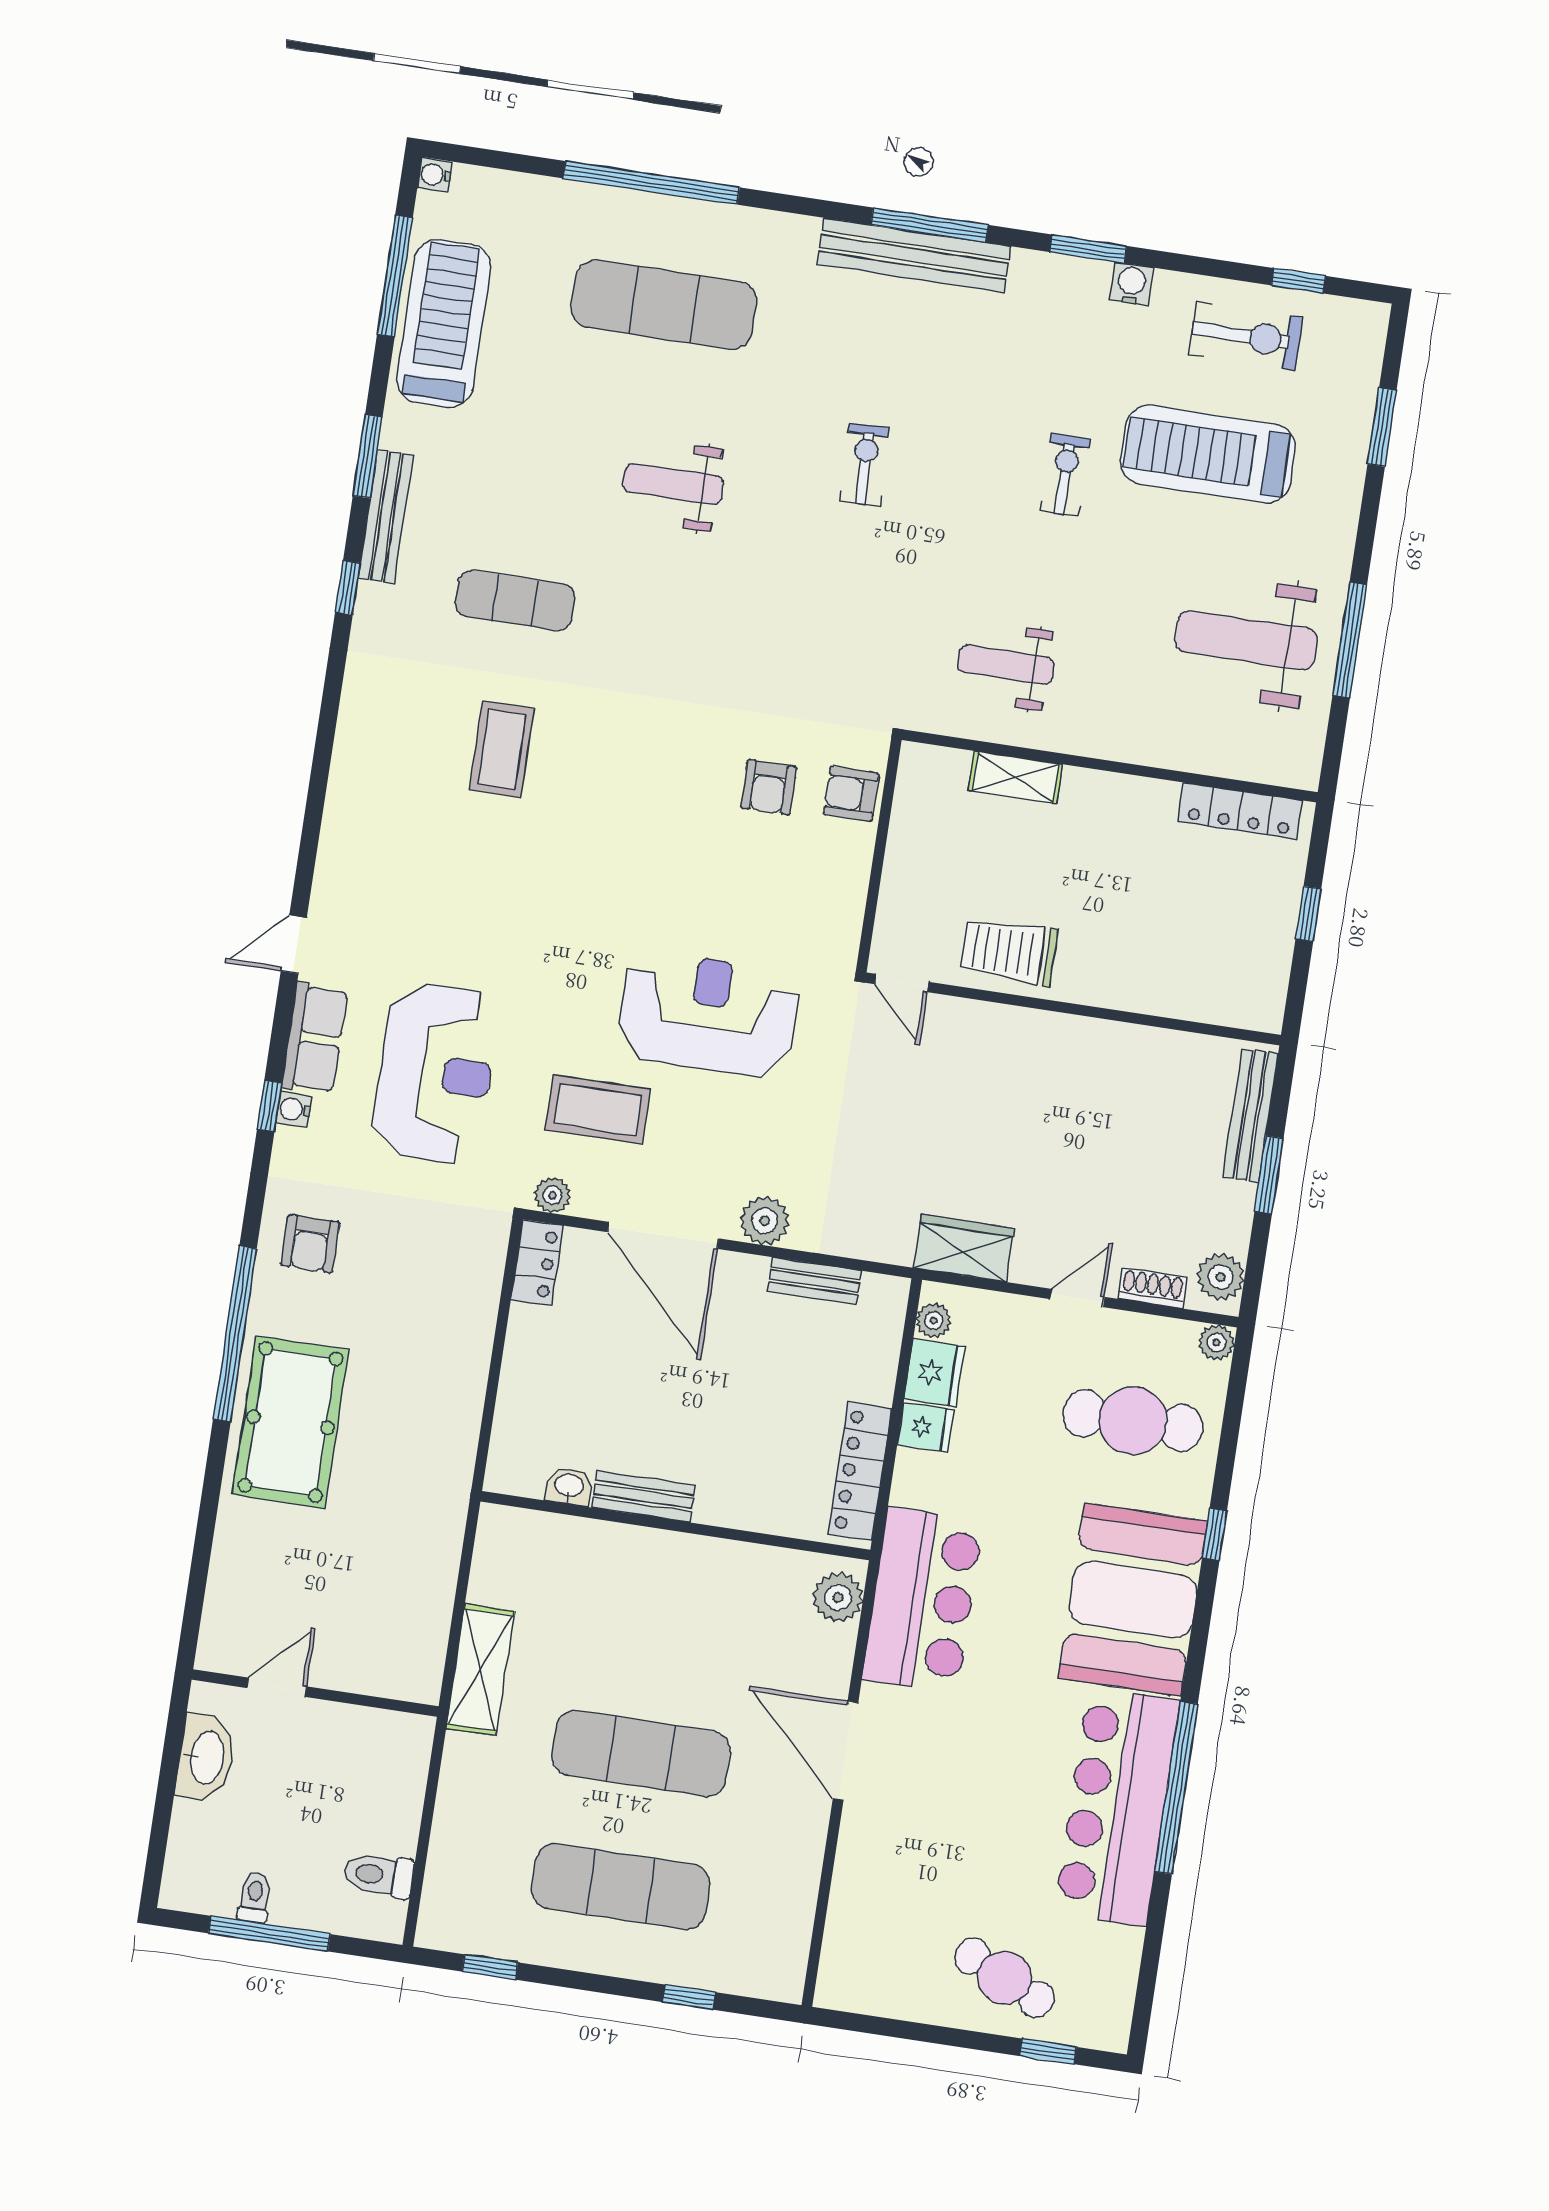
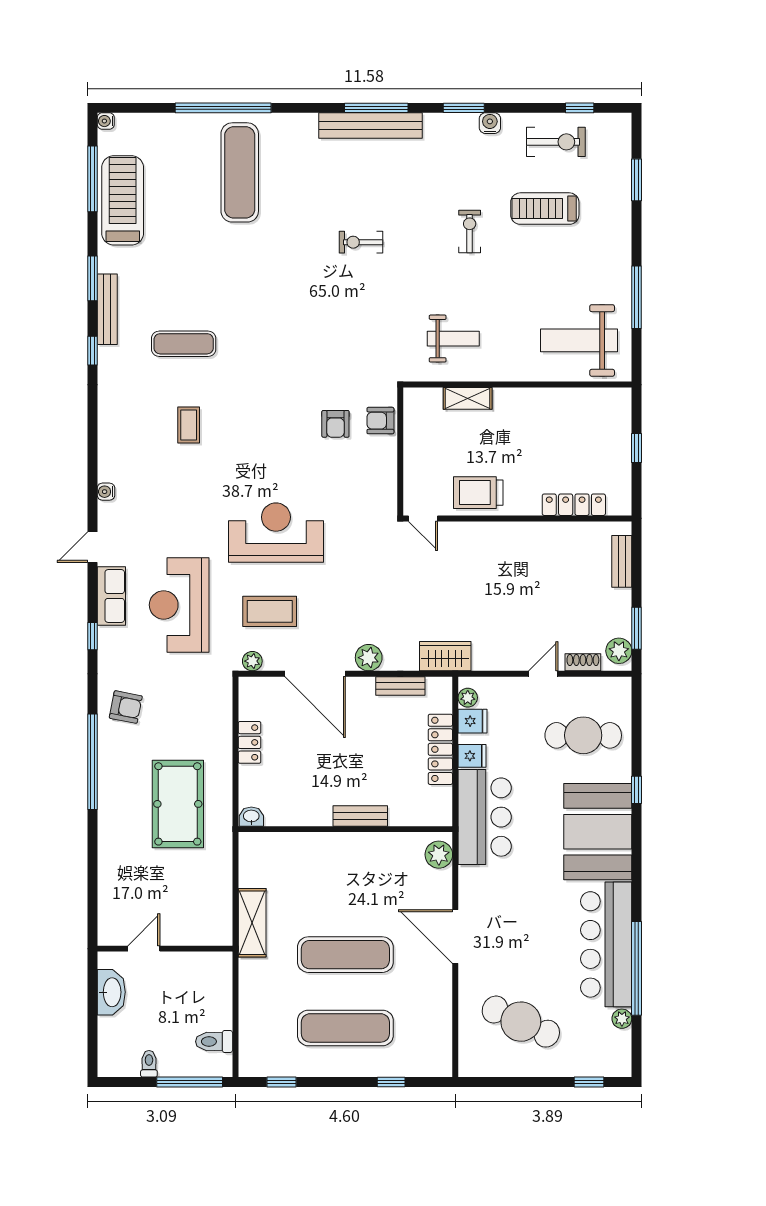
exercise mat: (664, 305) -> (240, 172), turned 90
treadmill: (1208, 454) -> (545, 209), width x0.73, depth x0.73
exercise bike: (865, 465) -> (361, 242), turned -88
weight bench: (673, 484) -> (259, 268), removed
weight bench: (1246, 640) -> (579, 340), moved
weight bench: (1006, 665) -> (453, 339), turned 180
coffee table: (502, 749) -> (189, 425), width x0.73, depth x0.77
locker: (1240, 811) -> (574, 505), moved, turned 180
reception desk: (708, 1014) -> (276, 533), moved
reception desk: (435, 1073) -> (179, 605), turned 180
water cooler: (294, 1109) -> (106, 492), moved
bench: (1251, 1116) -> (622, 561), width x0.73
window: (1269, 1175) -> (636, 628), moved
armchair: (310, 1244) -> (126, 707), turned -79
wardrobe: (964, 1248) -> (445, 656), moved
locker: (537, 1263) -> (250, 742), moved
plant: (1216, 1343) -> (622, 1019), moved
fridge: (934, 1373) -> (472, 721), width x0.72
pool table: (290, 1422) -> (178, 804), moved
locker: (860, 1471) -> (440, 749), moved
washbasin: (569, 1486) -> (251, 817), moved
bench: (643, 1496) -> (360, 816), moved
bar counter: (923, 1600) -> (485, 817), moved
window: (1176, 1788) -> (636, 968), moved
window: (269, 1934) -> (190, 1082), moved
cafe table: (1004, 1978) -> (521, 1022), moved, width x1.37, depth x1.35

